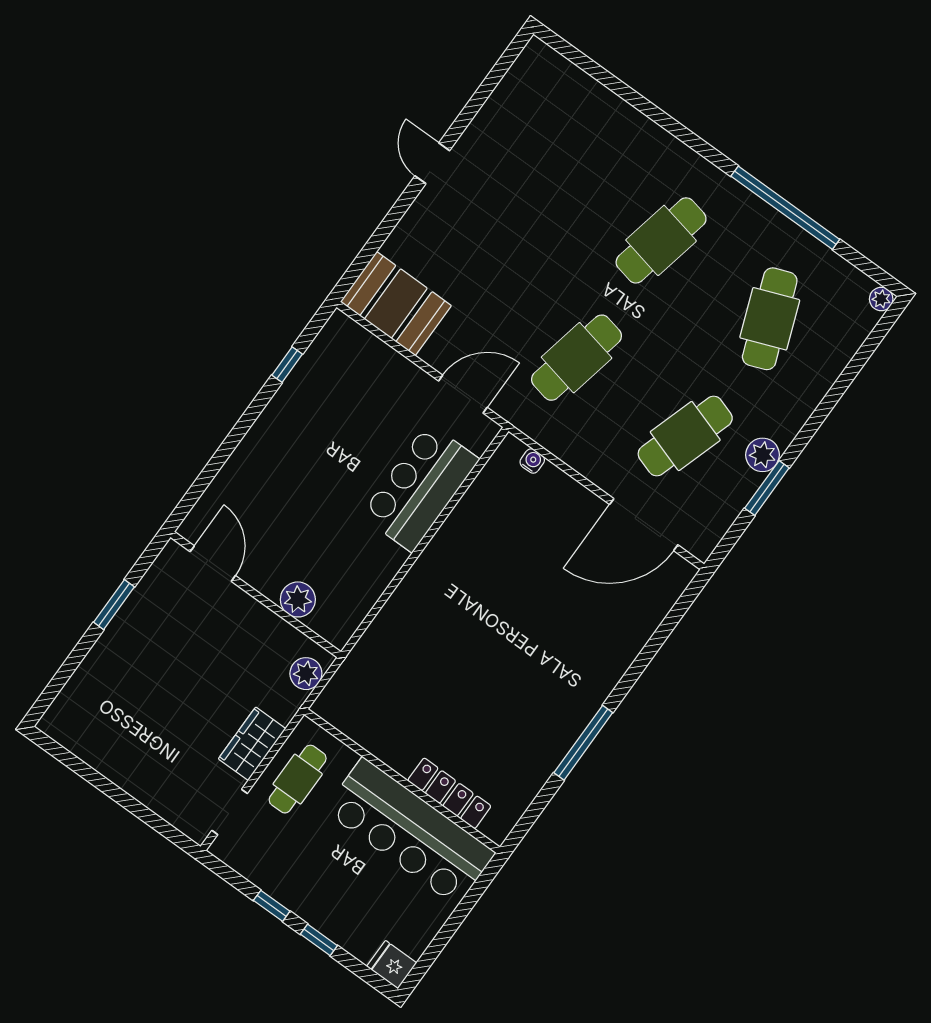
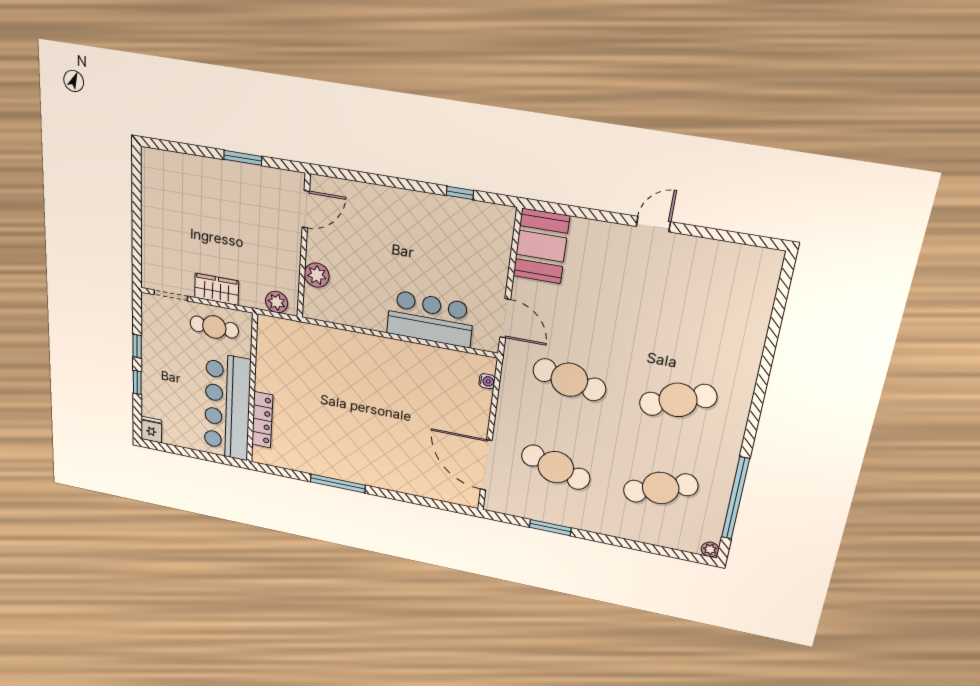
window: (785, 208) -> (736, 498), moved
cafe table: (661, 240) -> (678, 400), turned -33
plant: (763, 455) -> (570, 517), removed

